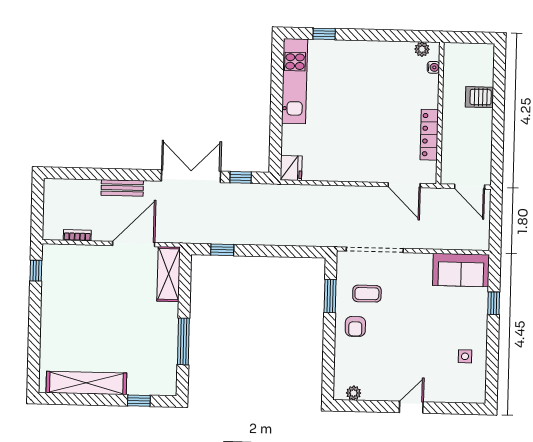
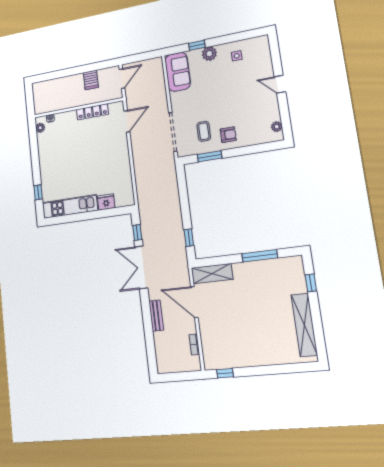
server rack: (479, 97) -> (91, 80), moved
fridge: (291, 168) -> (106, 202), moved
plant: (477, 319) -> (209, 54), added

